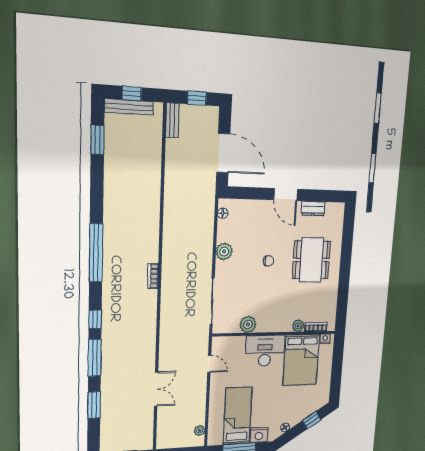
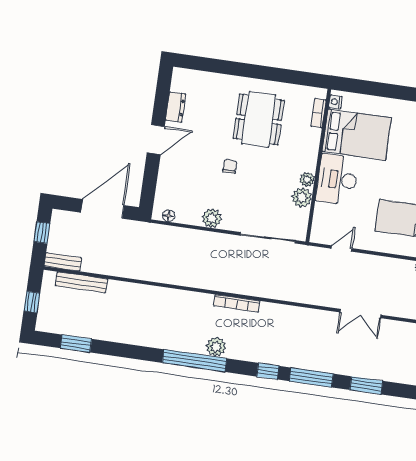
bench: (129, 107) -> (81, 282), moved, turned 90
dining table: (311, 260) -> (259, 119), moved, turned 90
plant: (111, 271) -> (216, 347), added
bookcase: (153, 276) -> (237, 303), width x1.56
plant: (298, 326) -> (307, 179), moved
double door: (156, 389) -> (361, 314), swing flipped

